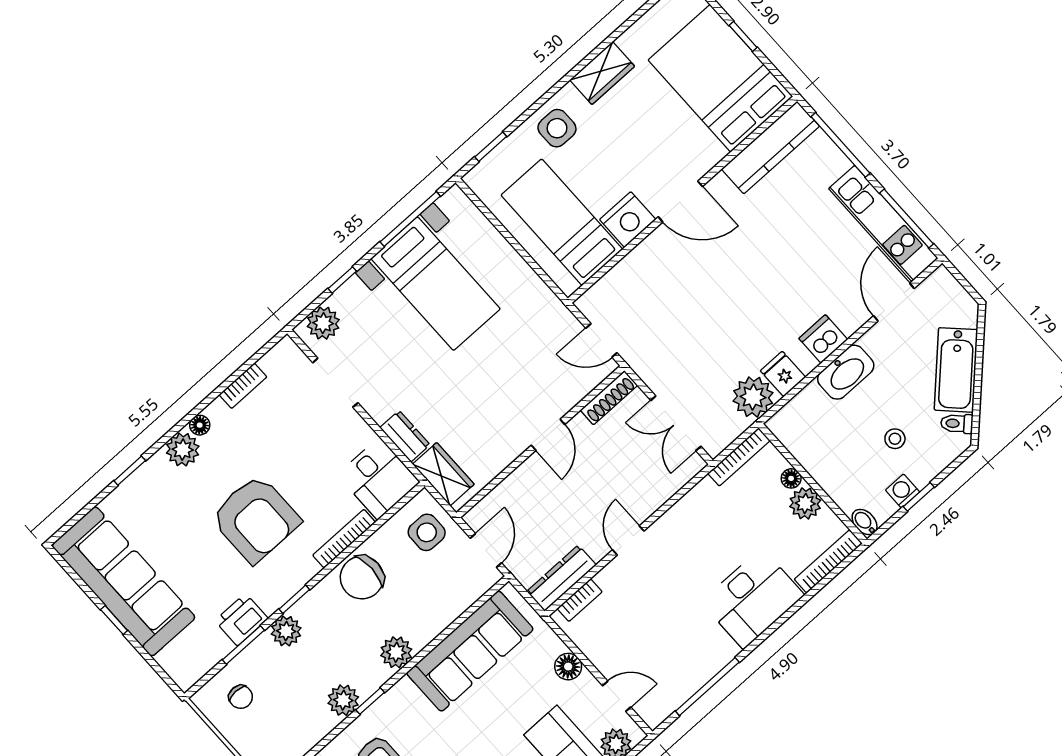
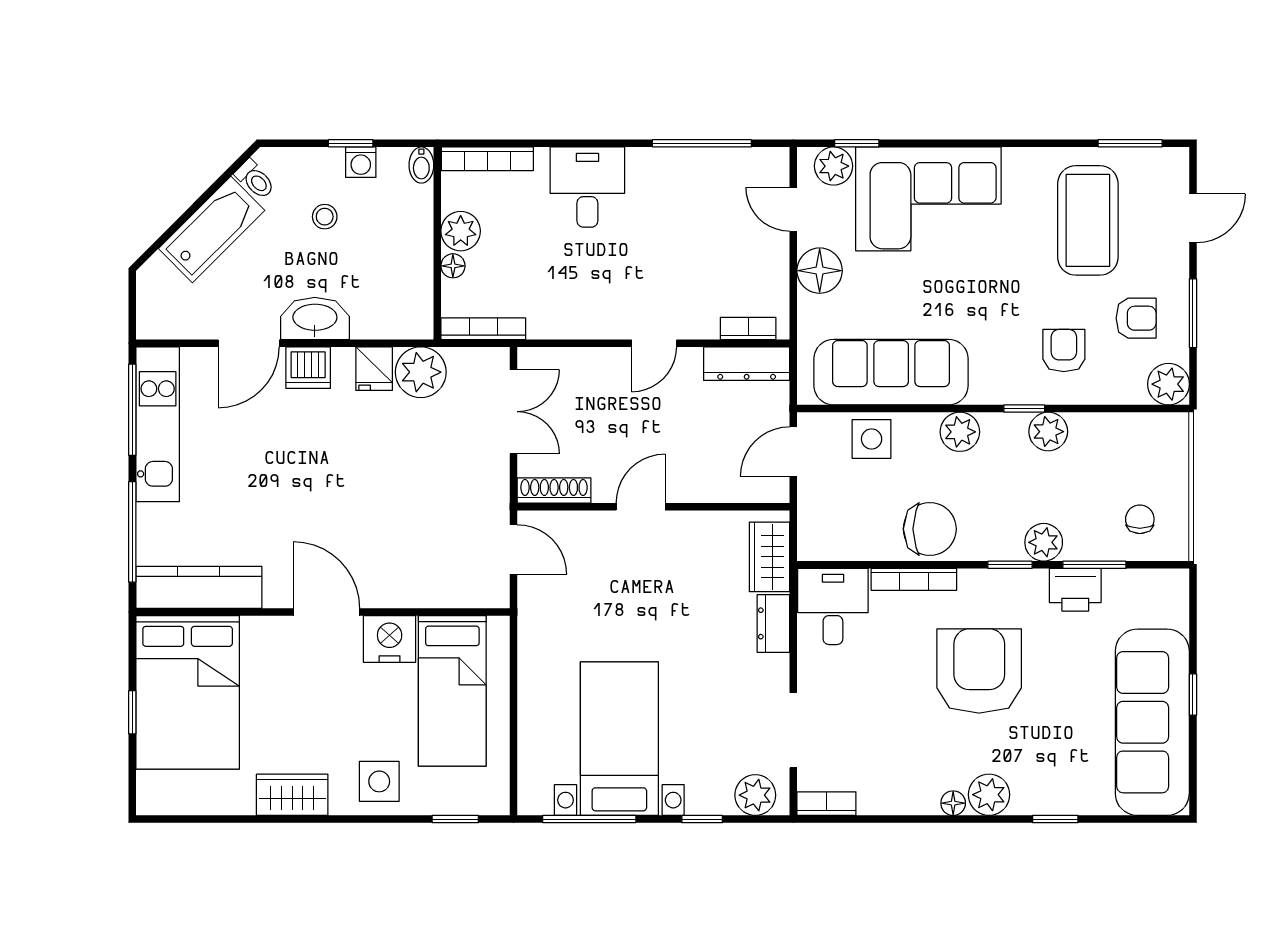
door: (894, 302) -> (249, 343), moved
bookcase: (243, 386) -> (826, 804), moved
side table: (427, 532) -> (872, 439), moved
desk: (753, 598) -> (587, 187), width x0.73
floor lamp: (568, 667) -> (820, 271), width x1.38, depth x1.38

